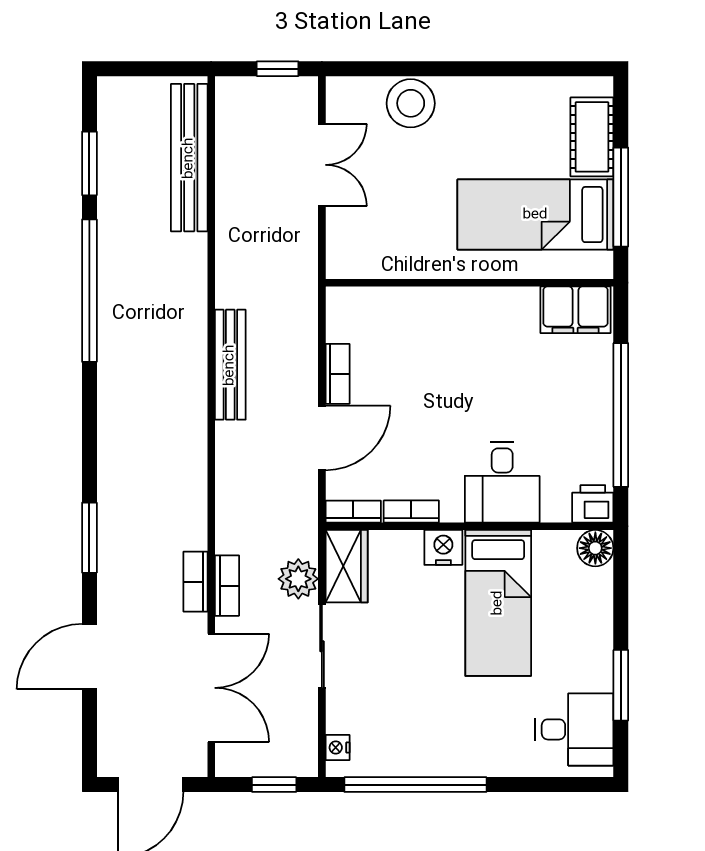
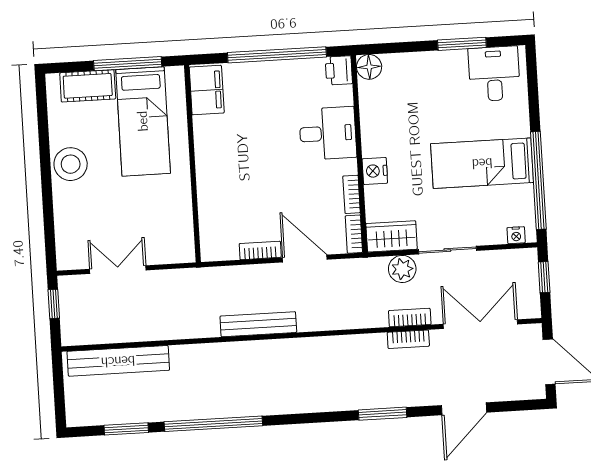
stool: (411, 103) -> (71, 164), moved
bed: (498, 603) -> (482, 163), moved, turned 180
door: (89, 657) -> (464, 409), hinge flipped

